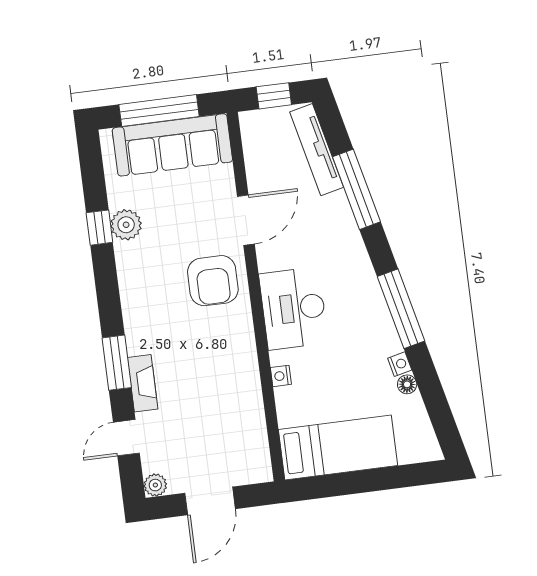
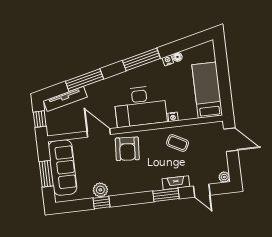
window: (159, 111) -> (46, 174), width x0.69
armchair: (213, 281) -> (127, 149), turned 94
desk: (294, 308) -> (140, 106), width x1.36, depth x1.30
coffee table: (226, 386) -> (178, 143), added
door: (210, 501) -> (231, 140), moved

